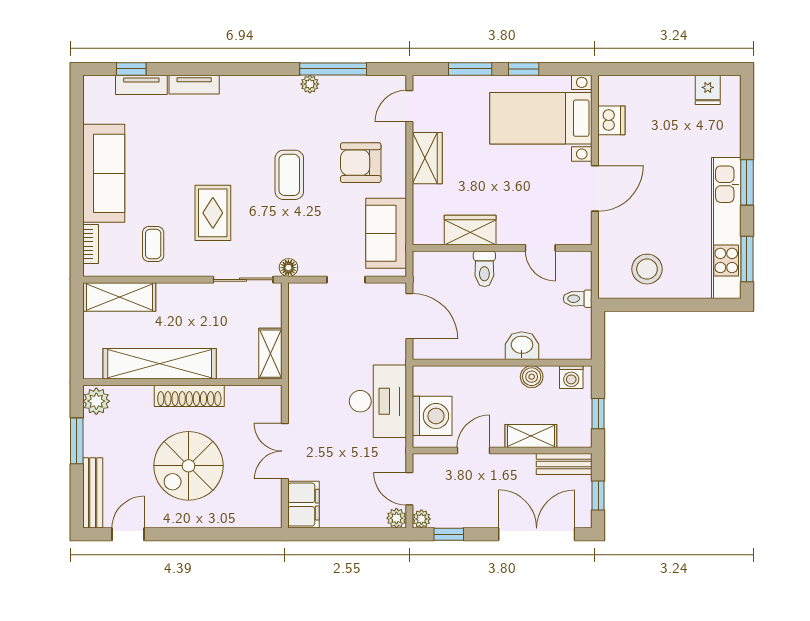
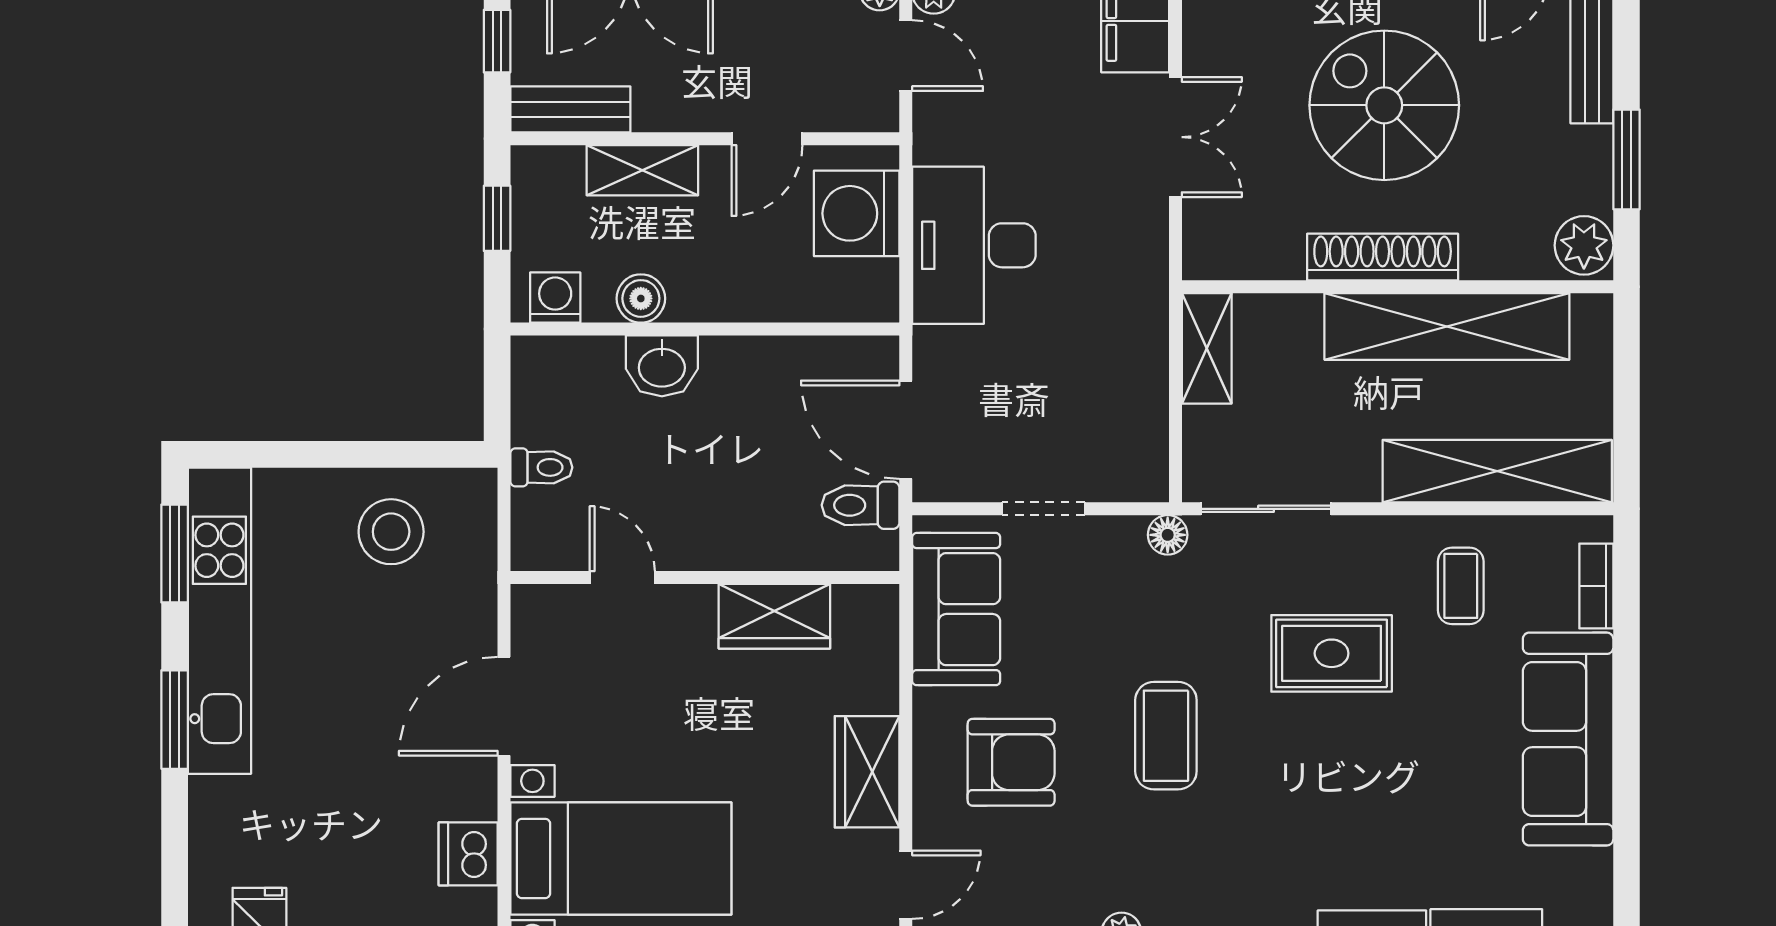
rug: (213, 213) -> (1332, 653), turned 90
toilet: (484, 269) -> (861, 505), moved, turned -90
shelving: (119, 297) -> (1497, 471), width x1.47
spiral stairs: (188, 466) -> (1384, 105), turned -90

